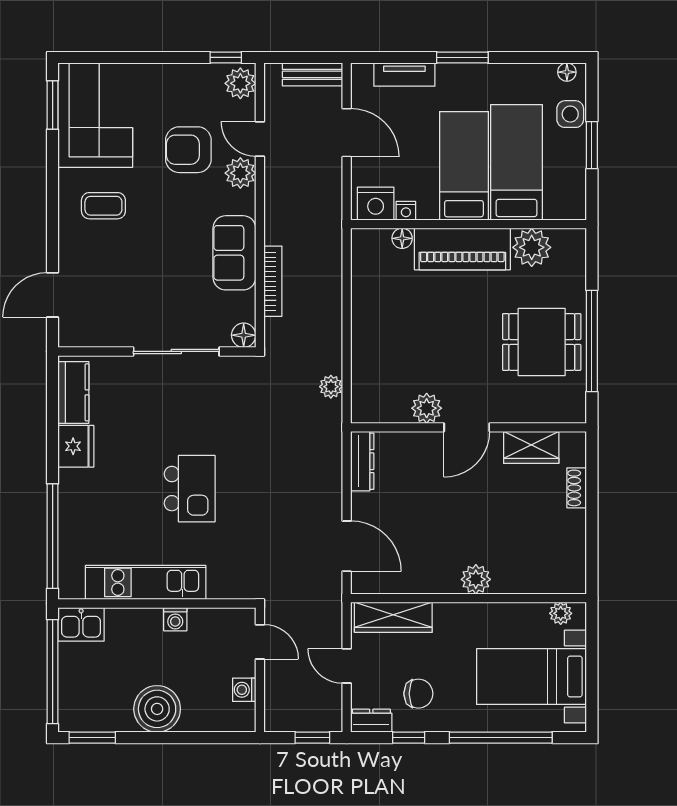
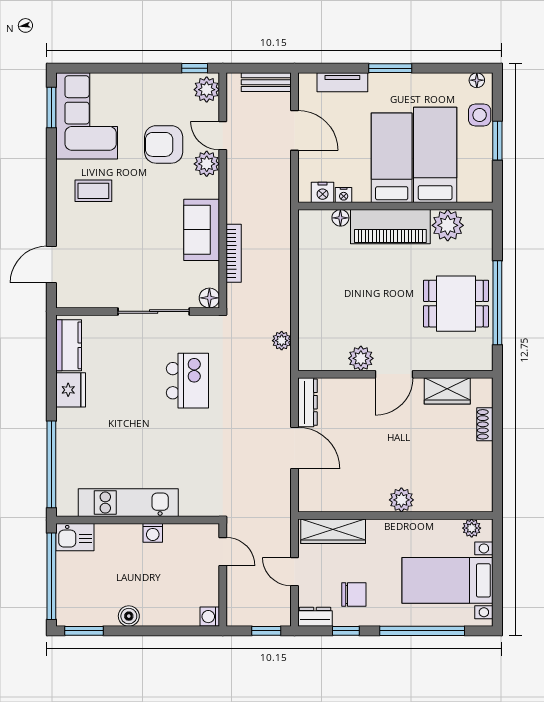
nightstand: (376, 204) -> (323, 192), width x0.74, depth x0.75
kitchen island: (190, 489) -> (187, 381), moved
door: (347, 546) -> (295, 448), moved
washing machine: (244, 690) -> (210, 617), moved
boiler: (157, 709) -> (129, 616), width x0.54, depth x0.54

